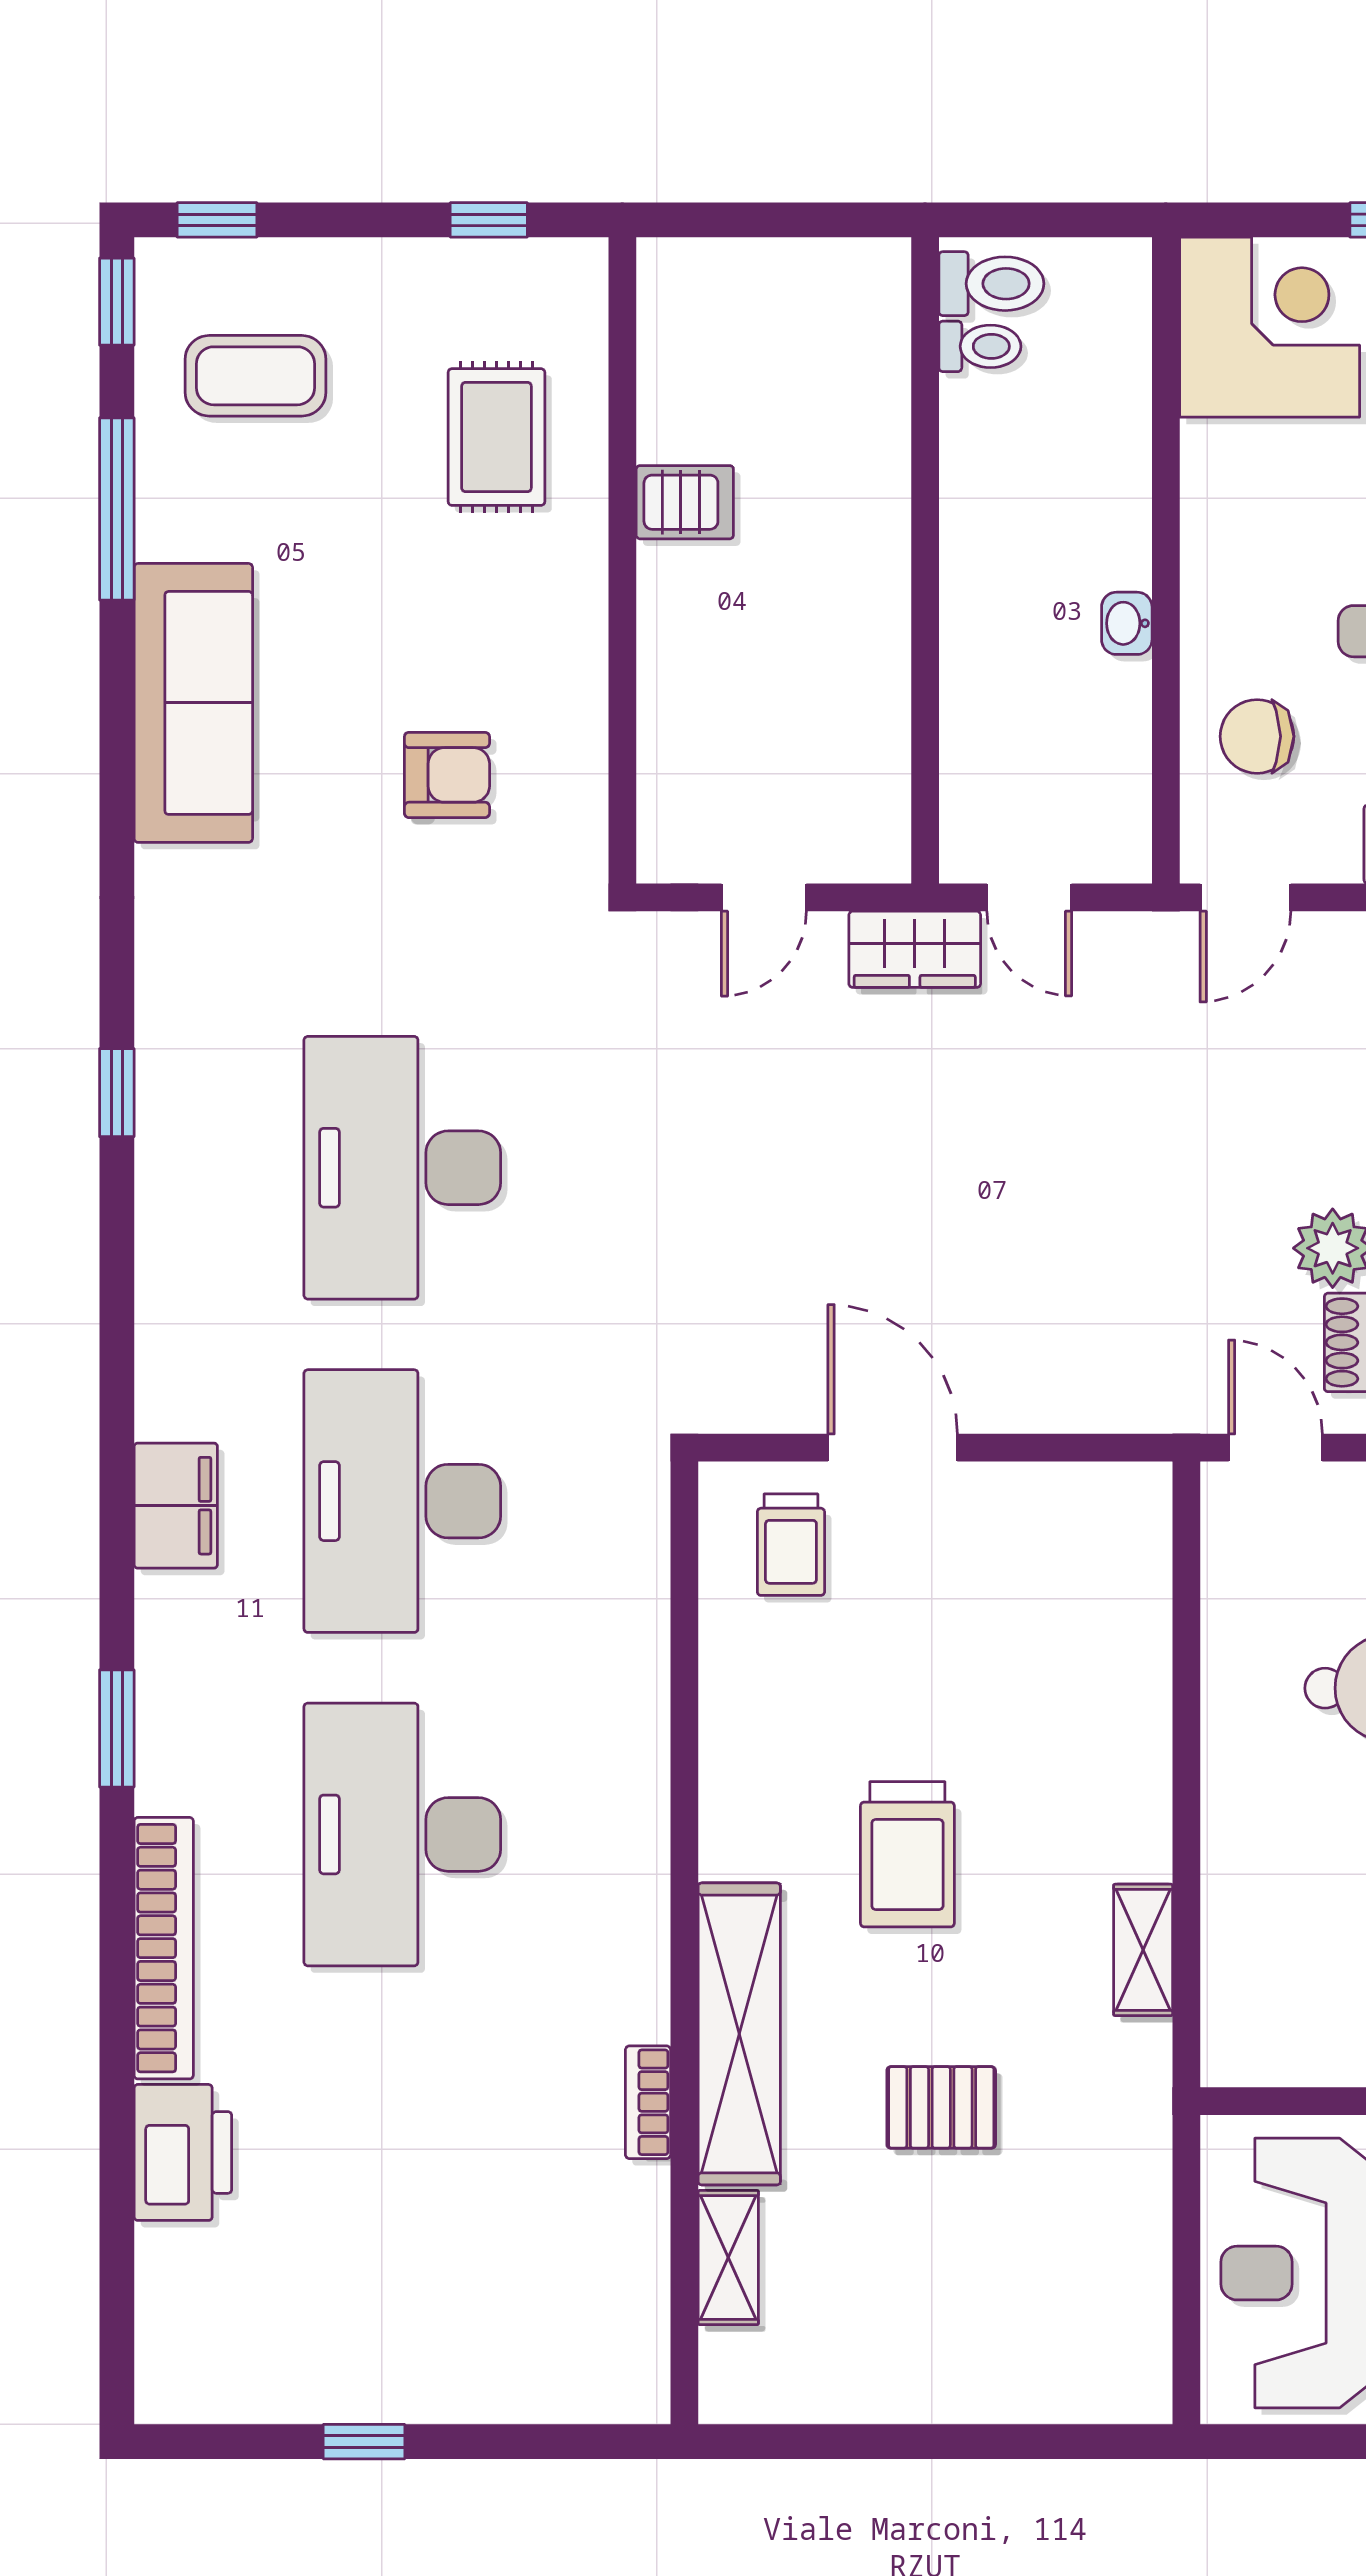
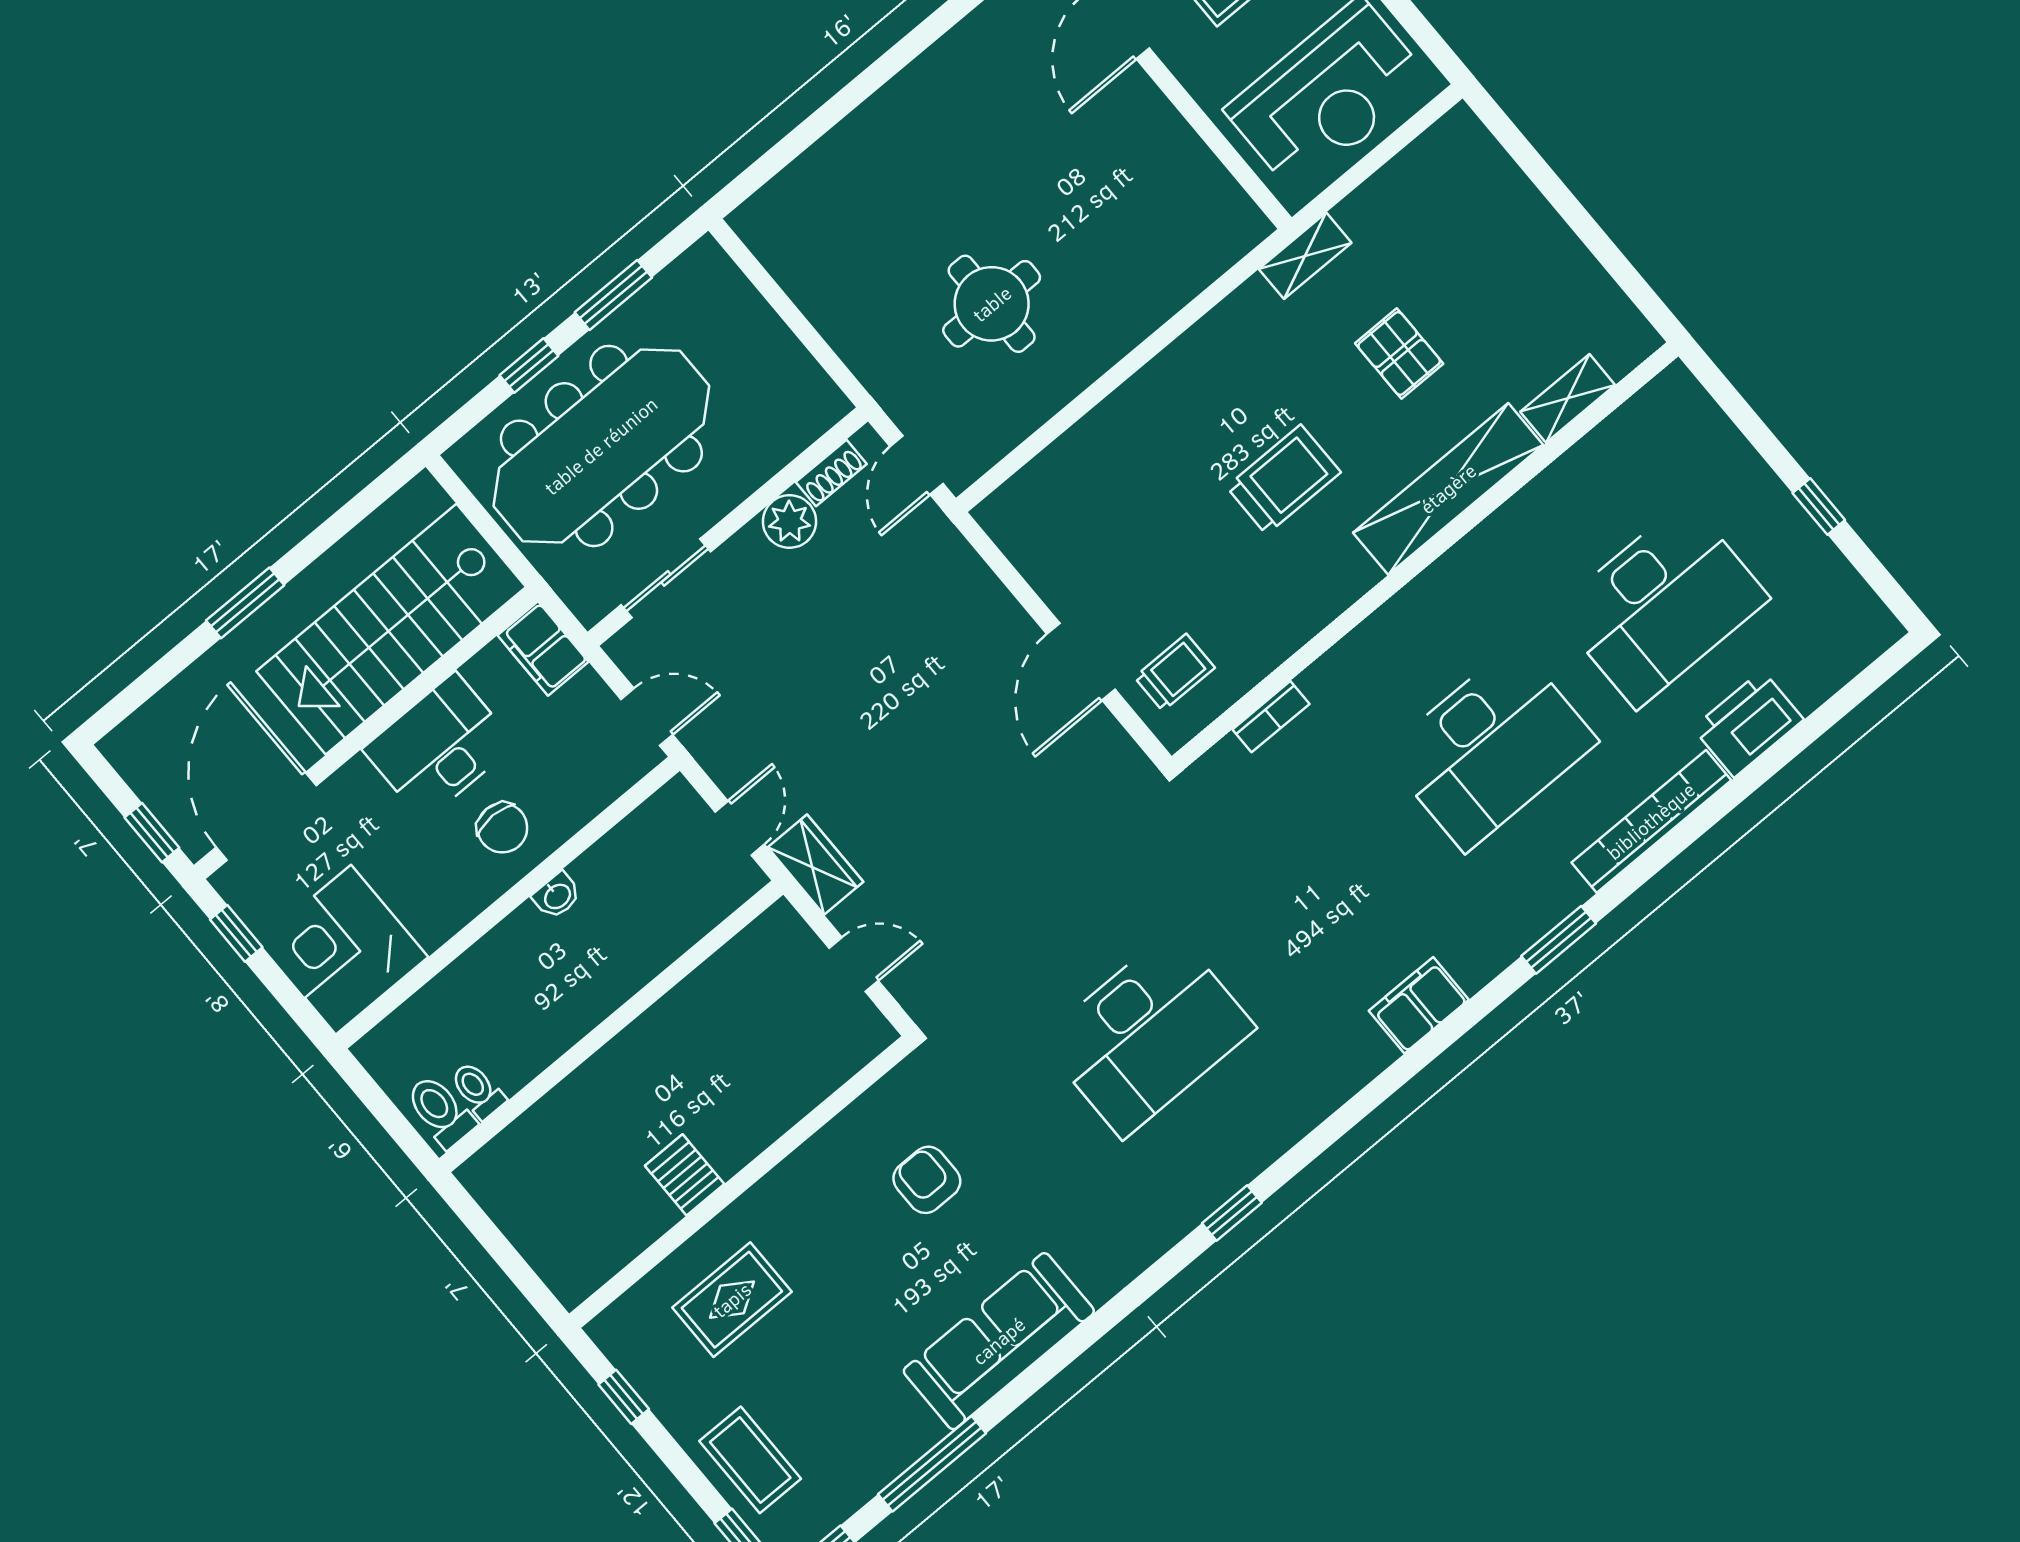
coffee table: (256, 376) -> (750, 1460), moved
chair: (1257, 736) -> (502, 828), moved
desk: (402, 1501) -> (1662, 604), moved
shelving: (1143, 1950) -> (1305, 256), moved
bookcase: (648, 2102) -> (1271, 717), moved

